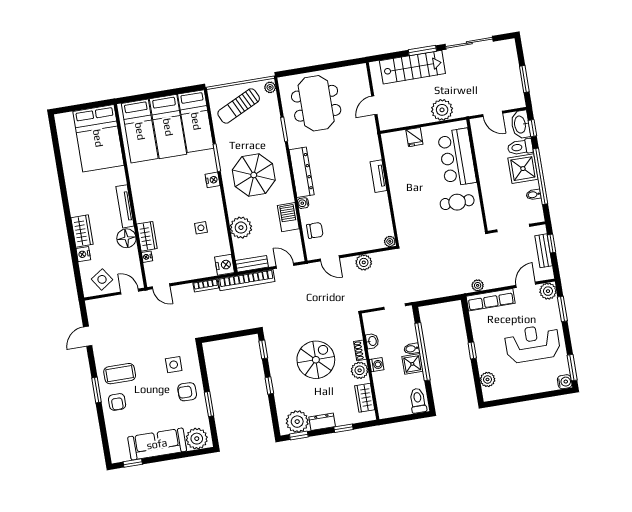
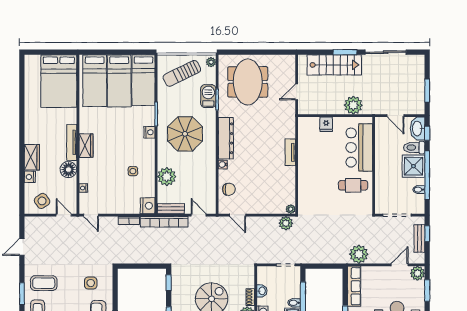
barbecue: (288, 217) -> (208, 96), moved
wardrobe: (147, 236) -> (86, 146), moved
plant: (364, 262) -> (286, 223), moved
plant: (478, 285) -> (359, 254), width x1.87, depth x1.87
row of seats: (491, 300) -> (354, 286), moved, turned -90

